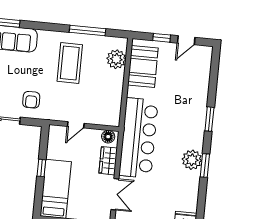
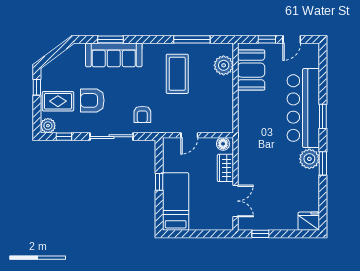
bar counter: (139, 138) -> (303, 108), moved, turned 180

